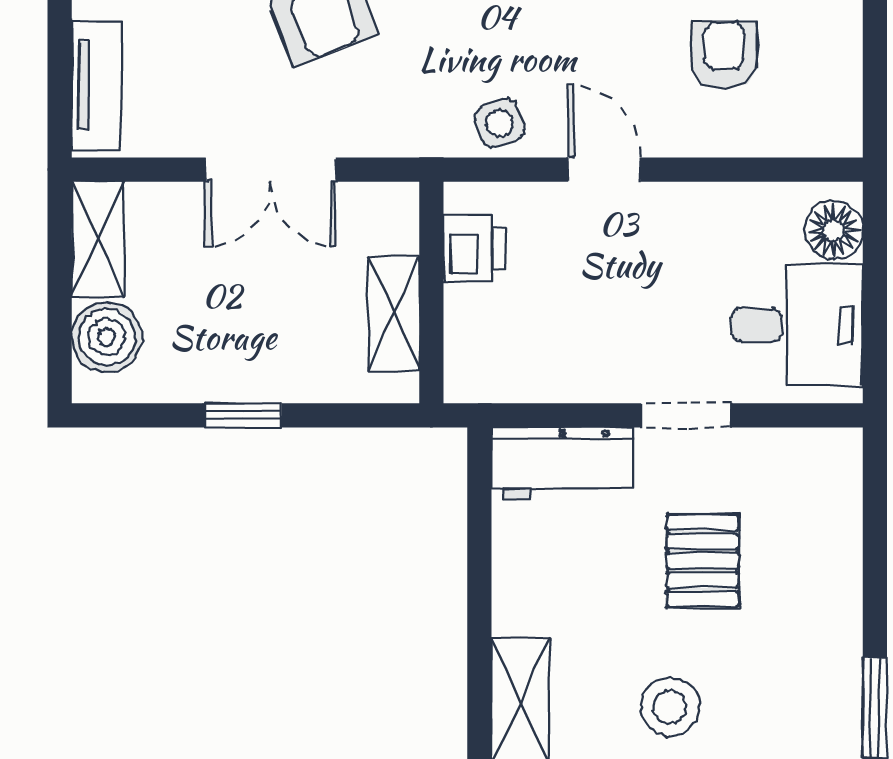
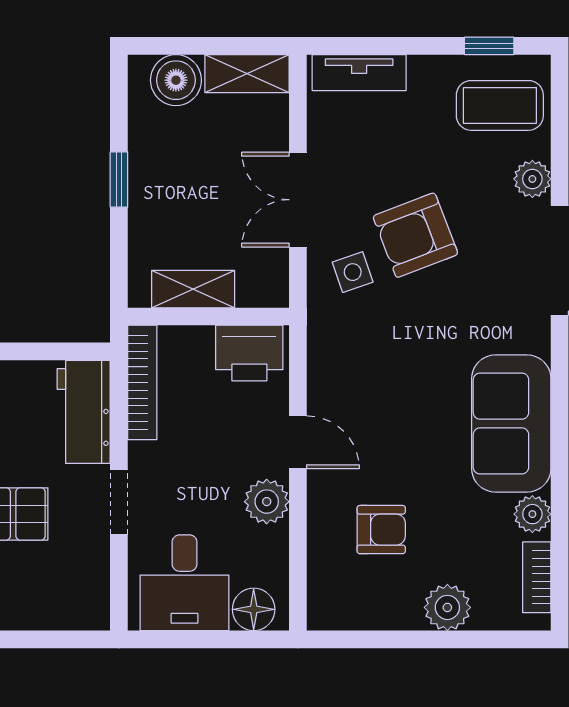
side table: (500, 123) -> (353, 272), moved
door: (604, 170) -> (298, 442), hinge flipped
plant: (686, 212) -> (267, 502), added
printer: (474, 248) -> (249, 353), width x1.36, depth x1.24
bookcase: (522, 383) -> (142, 382), added

